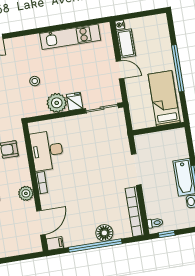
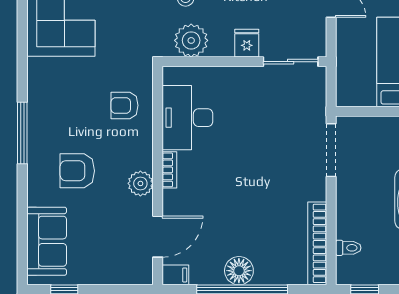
plant: (57, 103) -> (191, 40), moved
doorway: (136, 169) -> (331, 150), moved
toilet: (155, 223) -> (348, 248), moved
floor lamp: (104, 233) -> (239, 271), moved

